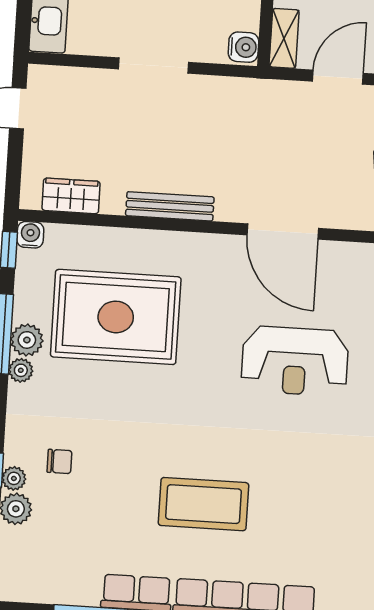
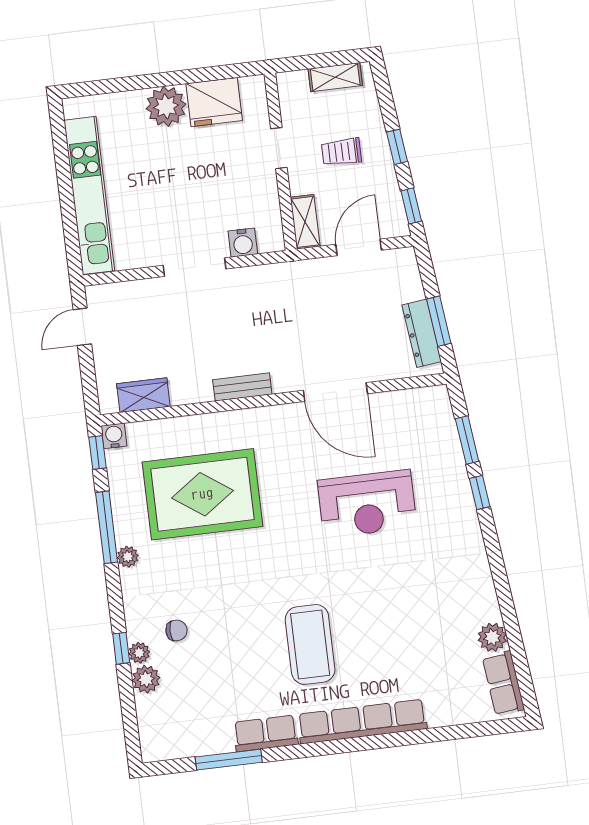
water cooler: (243, 47) -> (243, 243), moved, turned 90
bench: (170, 206) -> (242, 387), width x0.73
plant: (27, 340) -> (128, 529), removed
coffee table: (203, 504) -> (310, 644), turned 90

